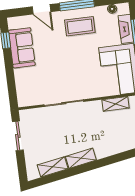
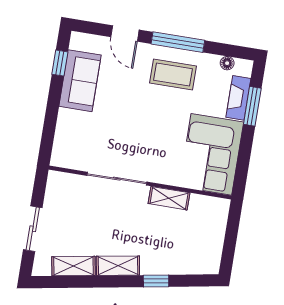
shelving: (116, 104) -> (169, 198), moved
sliding door: (18, 136) -> (33, 229), moved
window: (108, 161) -> (156, 281), added

